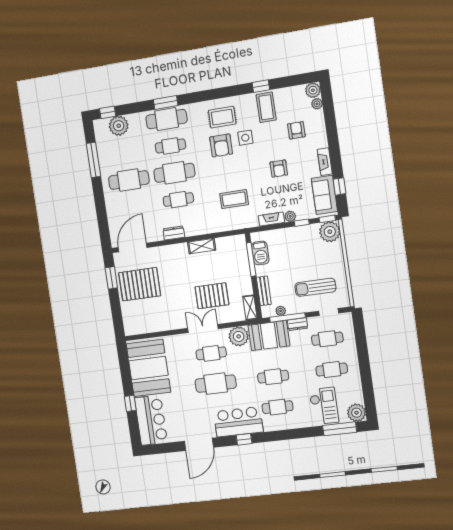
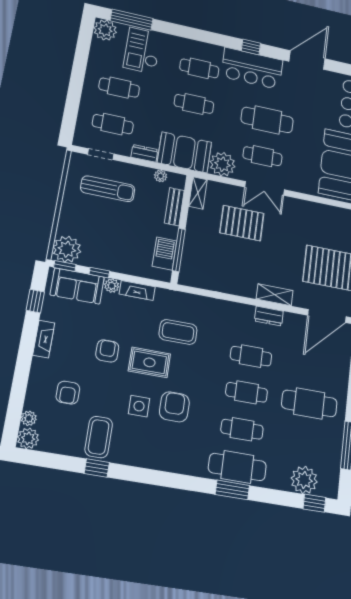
rug: (222, 117) -> (149, 362), moved
cafe table: (174, 173) -> (247, 392), width x0.73, depth x0.74
sofa: (324, 195) -> (77, 286), moved, turned 90
shelving: (202, 246) -> (275, 295), moved
window: (287, 317) -> (155, 165), removed

